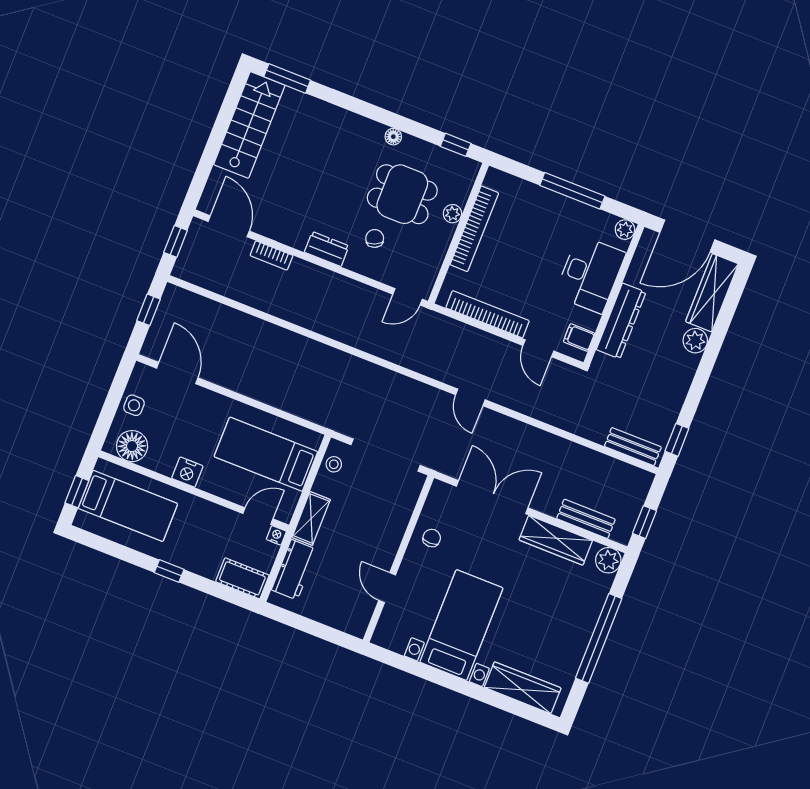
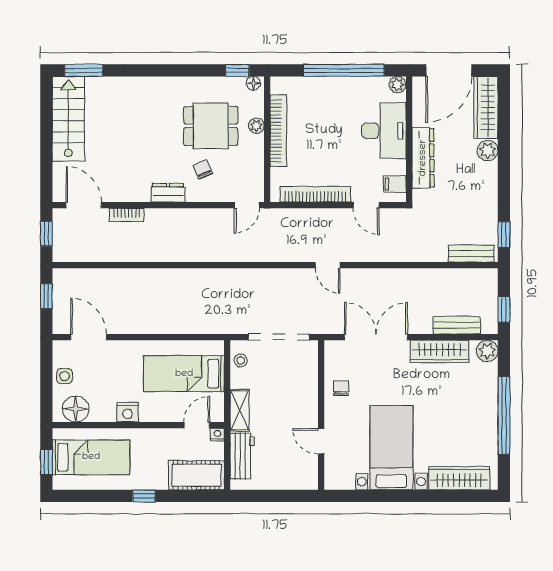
floor lamp: (393, 137) -> (253, 83), moved
window: (572, 191) -> (344, 70), width x1.46
cot: (242, 578) -> (196, 475), width x1.37, depth x1.34

